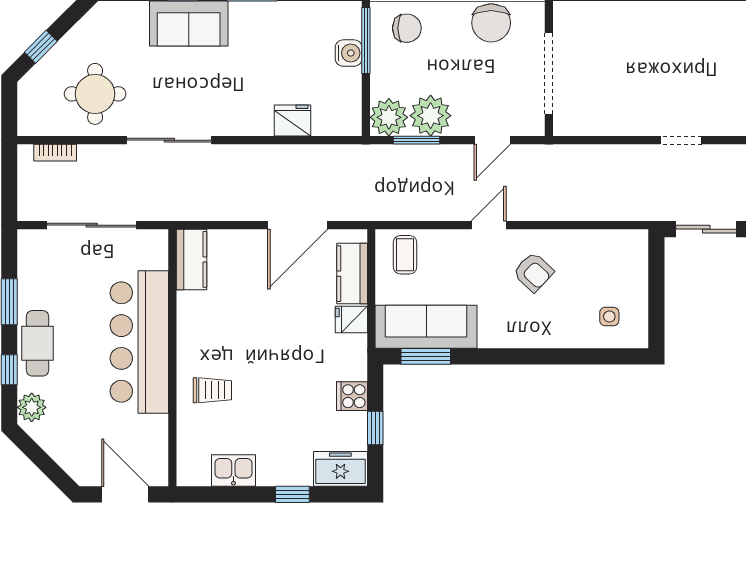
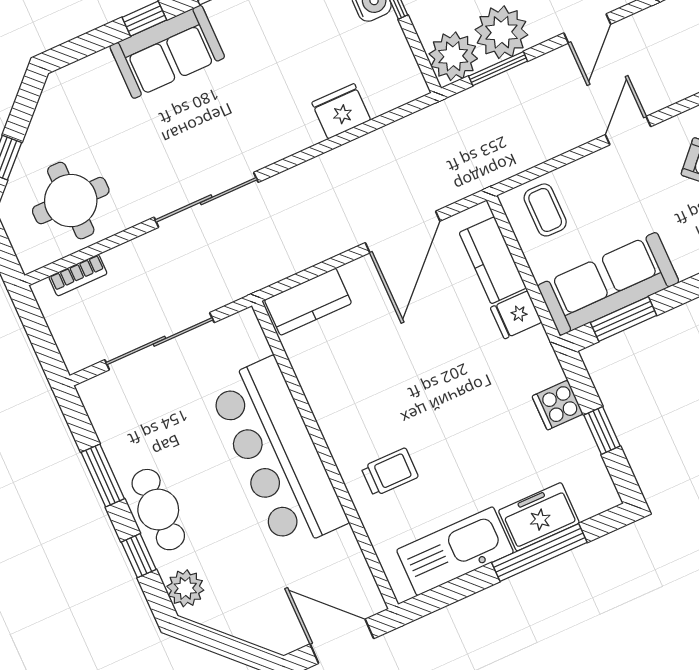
round table: (95, 94) -> (71, 201), moved
kitchen counter: (191, 259) -> (308, 302), moved, turned 90
freezer: (340, 469) -> (539, 517), moved
kitchen sink: (233, 470) -> (455, 551), width x1.88, depth x1.24
window: (292, 494) -> (539, 553), width x2.17

